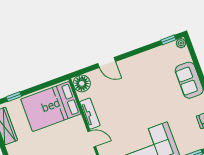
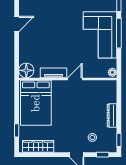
door: (107, 63) -> (17, 24), moved

